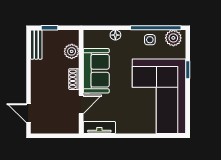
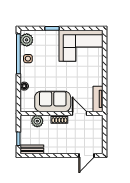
corner sofa: (159, 96) -> (81, 46), width x0.73, depth x0.74

